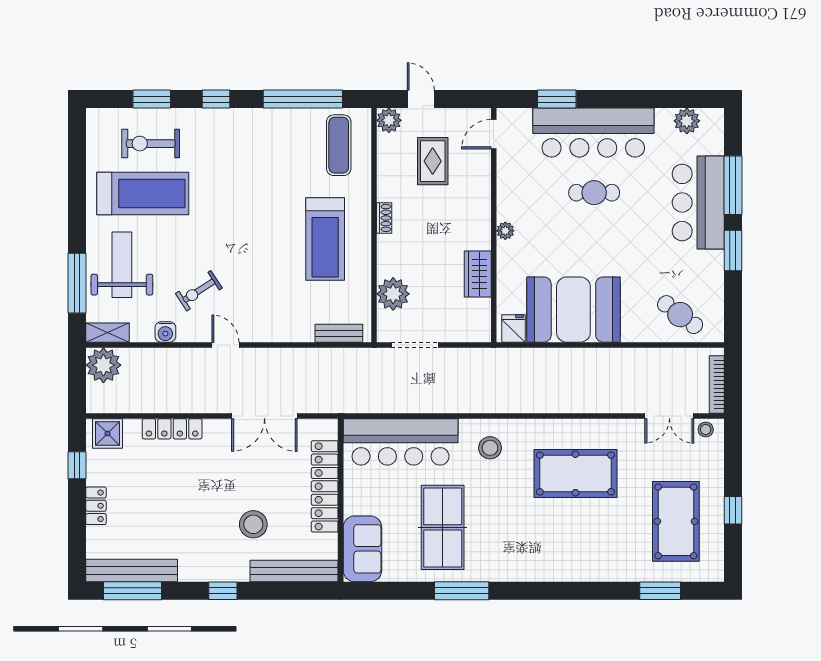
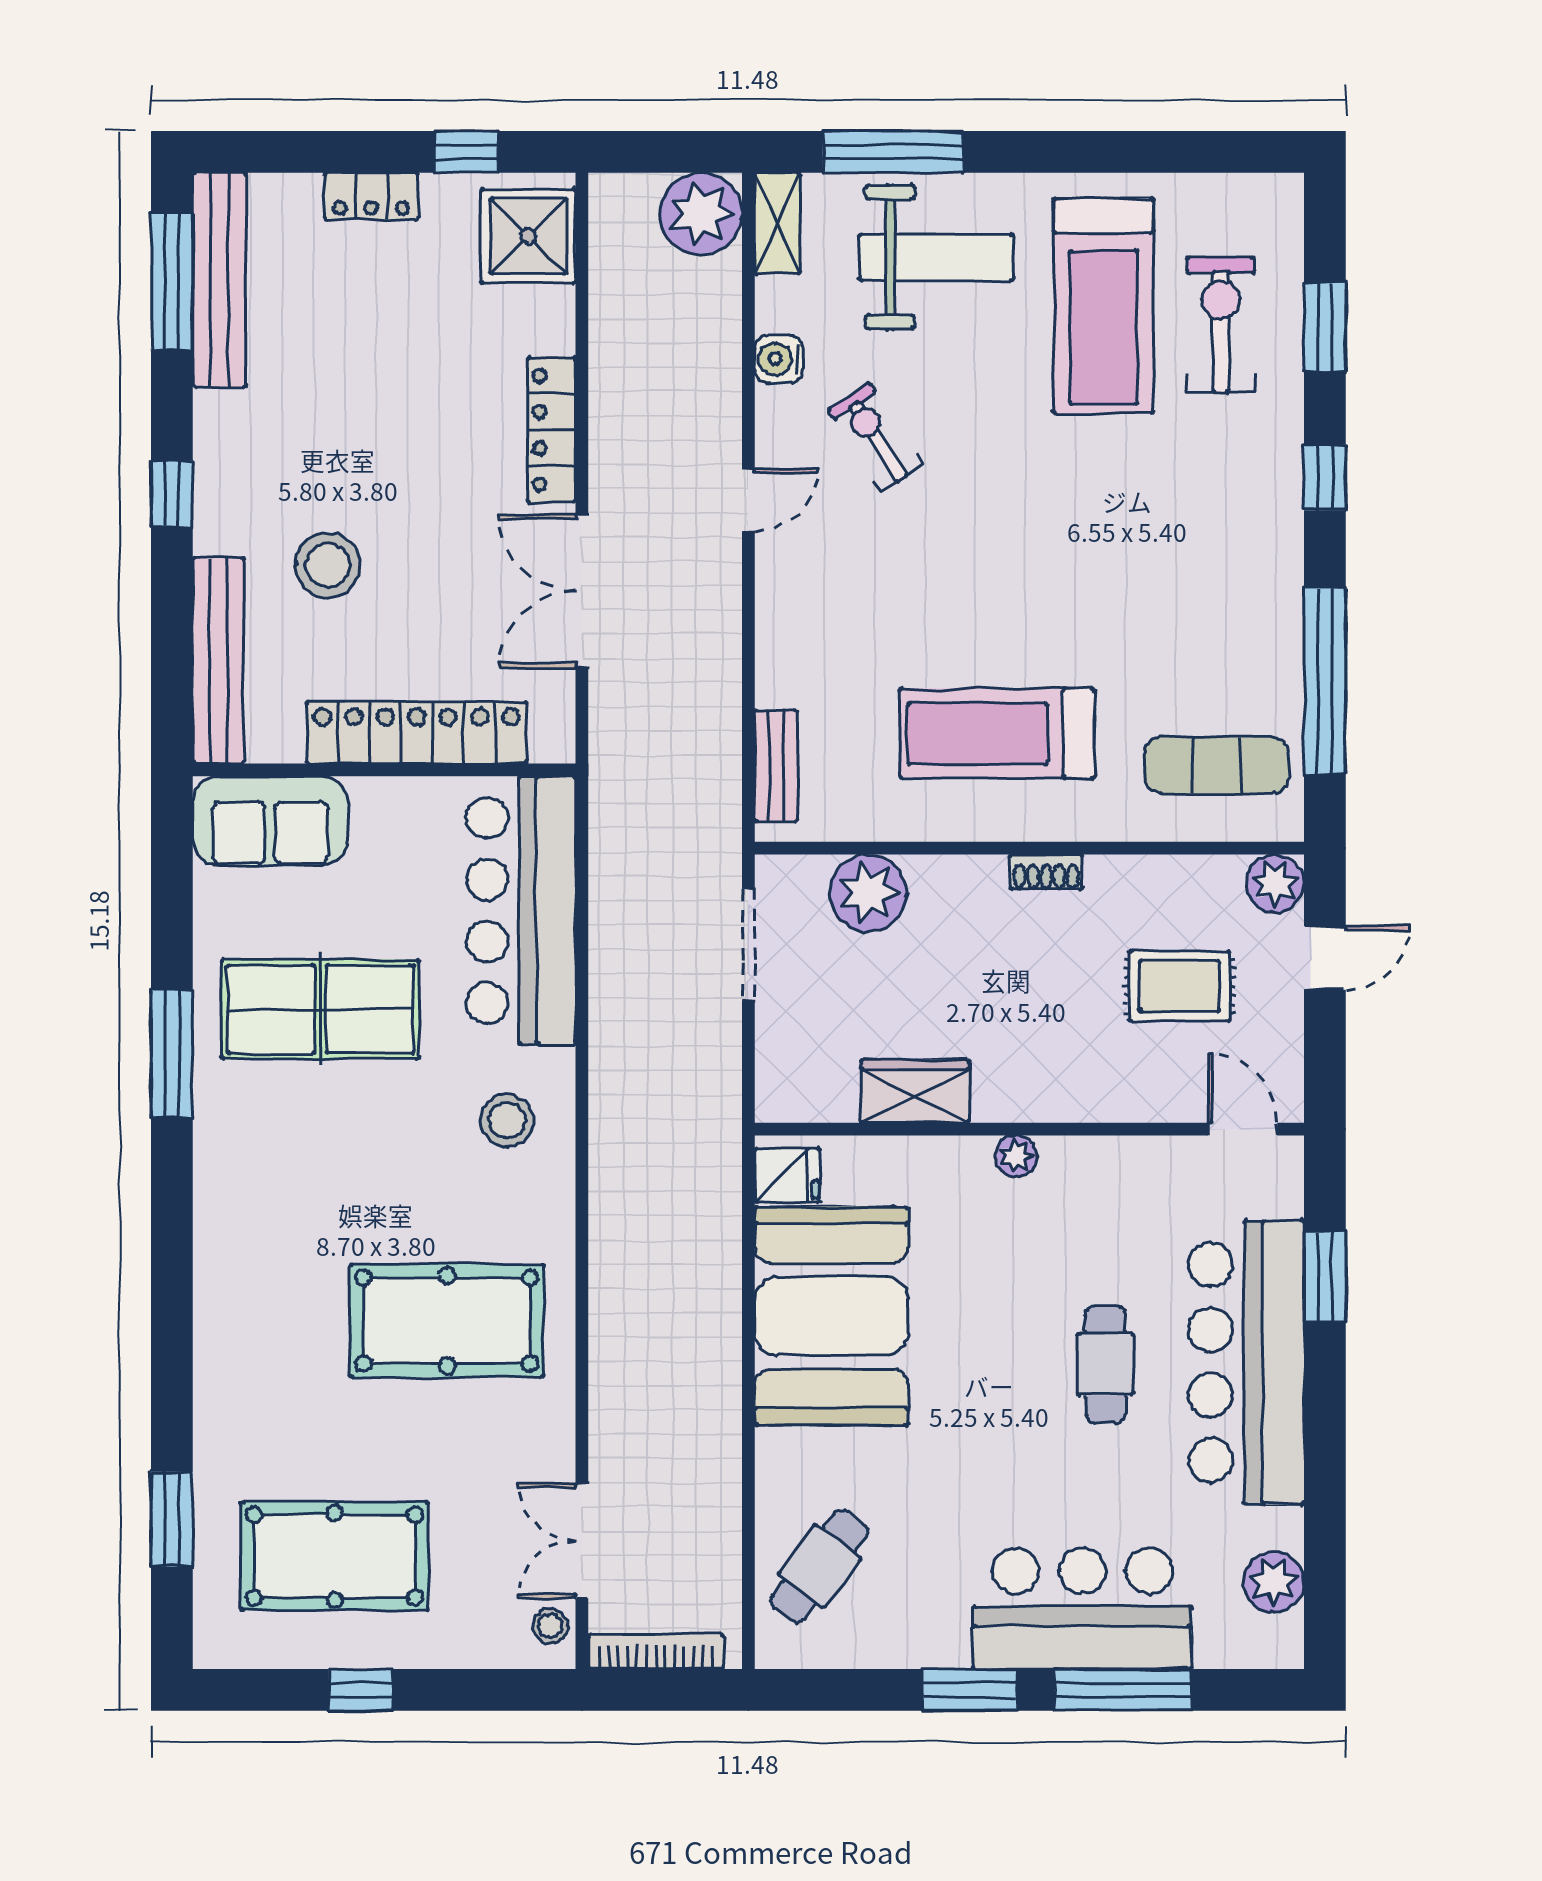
locker: (172, 429) -> (552, 430), moved
shower: (108, 433) -> (528, 236), width x1.36, depth x1.36
pool table: (575, 473) -> (447, 1321), turned 90

